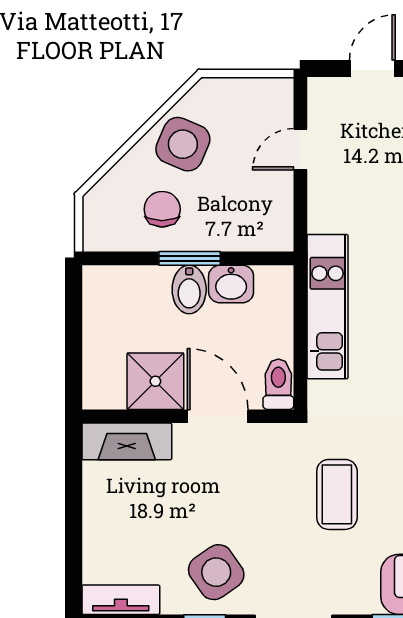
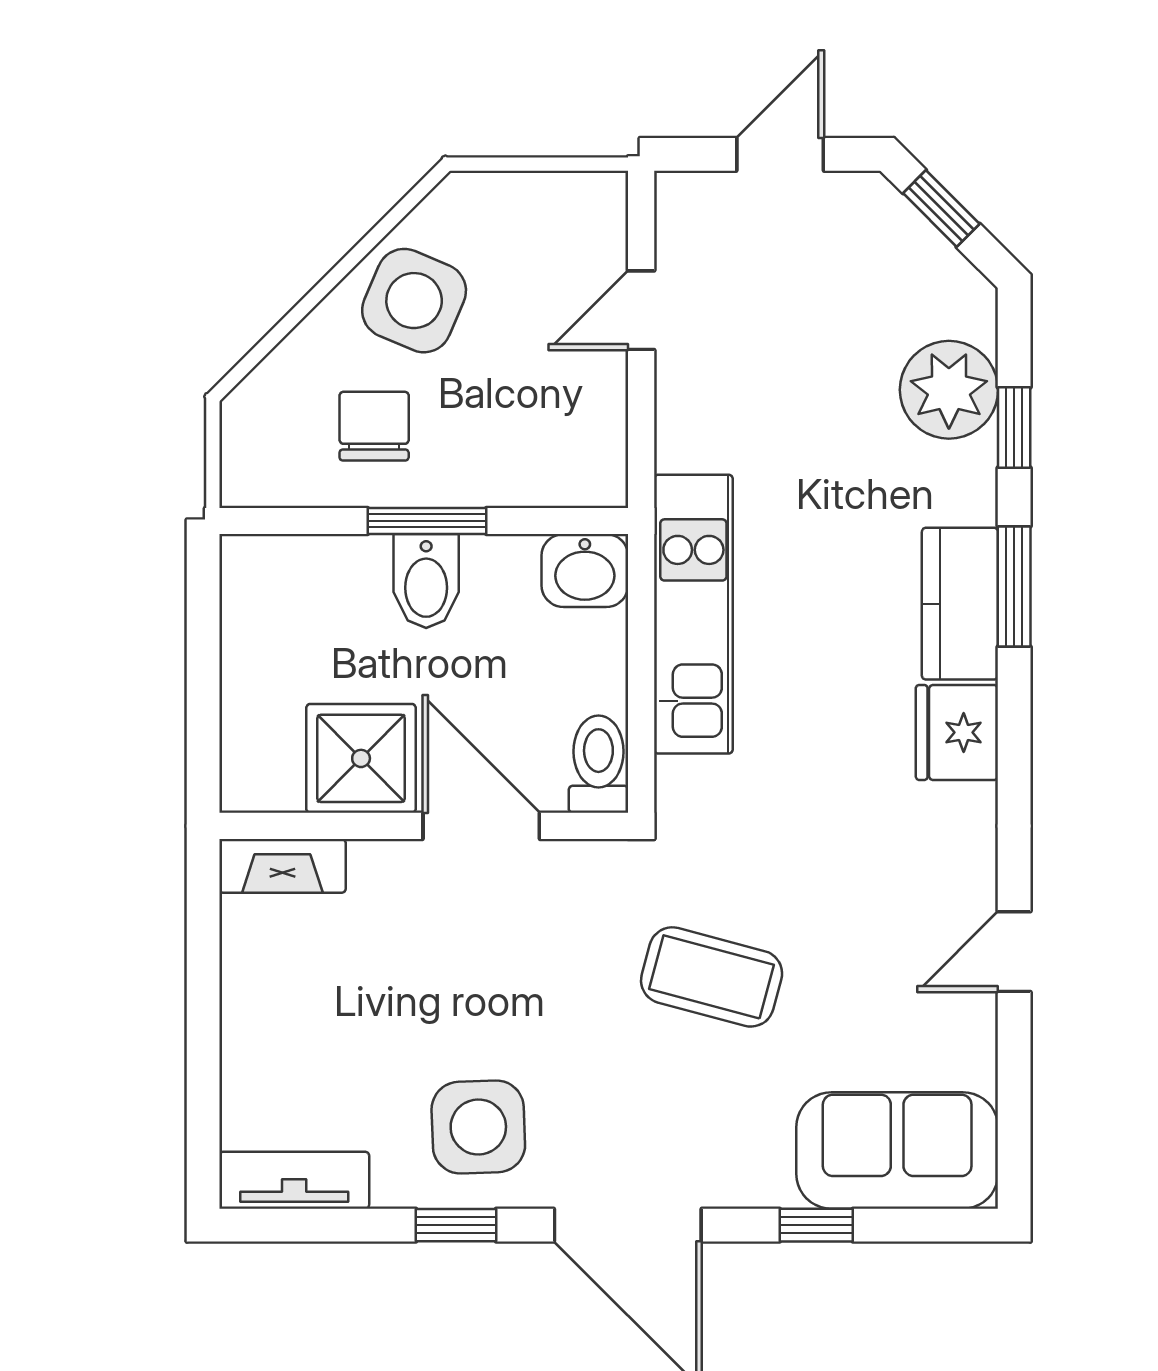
washbasin: (231, 284) -> (585, 571), moved
fireplace: (127, 441) -> (282, 866), width x0.73, depth x0.76
coffee table: (337, 494) -> (712, 977), turned -75
side table: (216, 572) -> (478, 1127), turned 33

